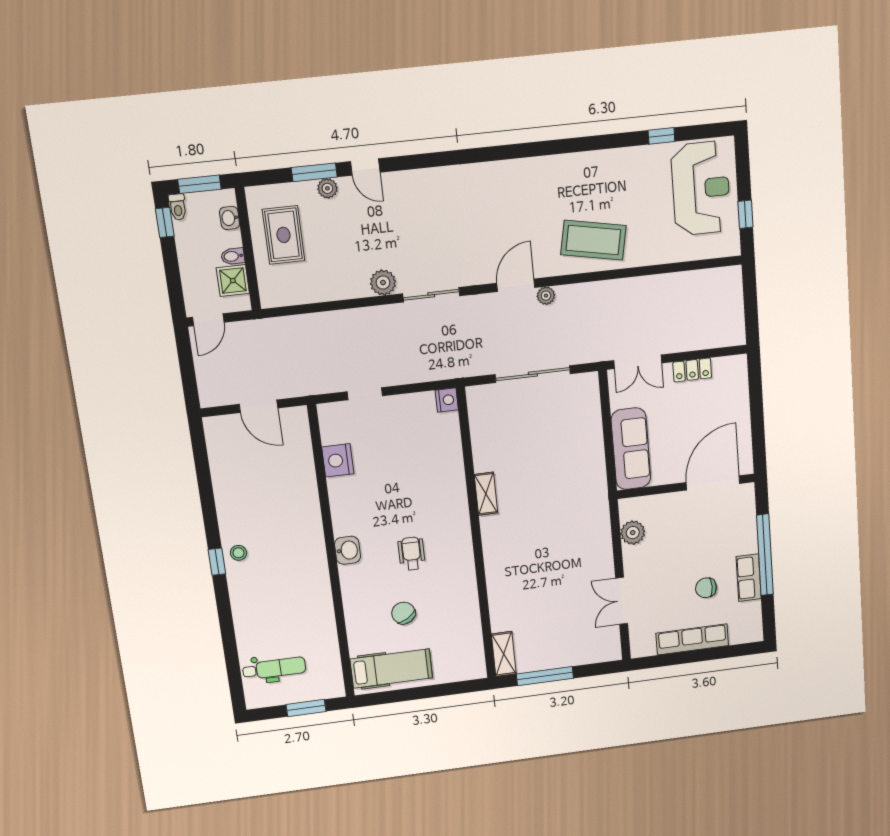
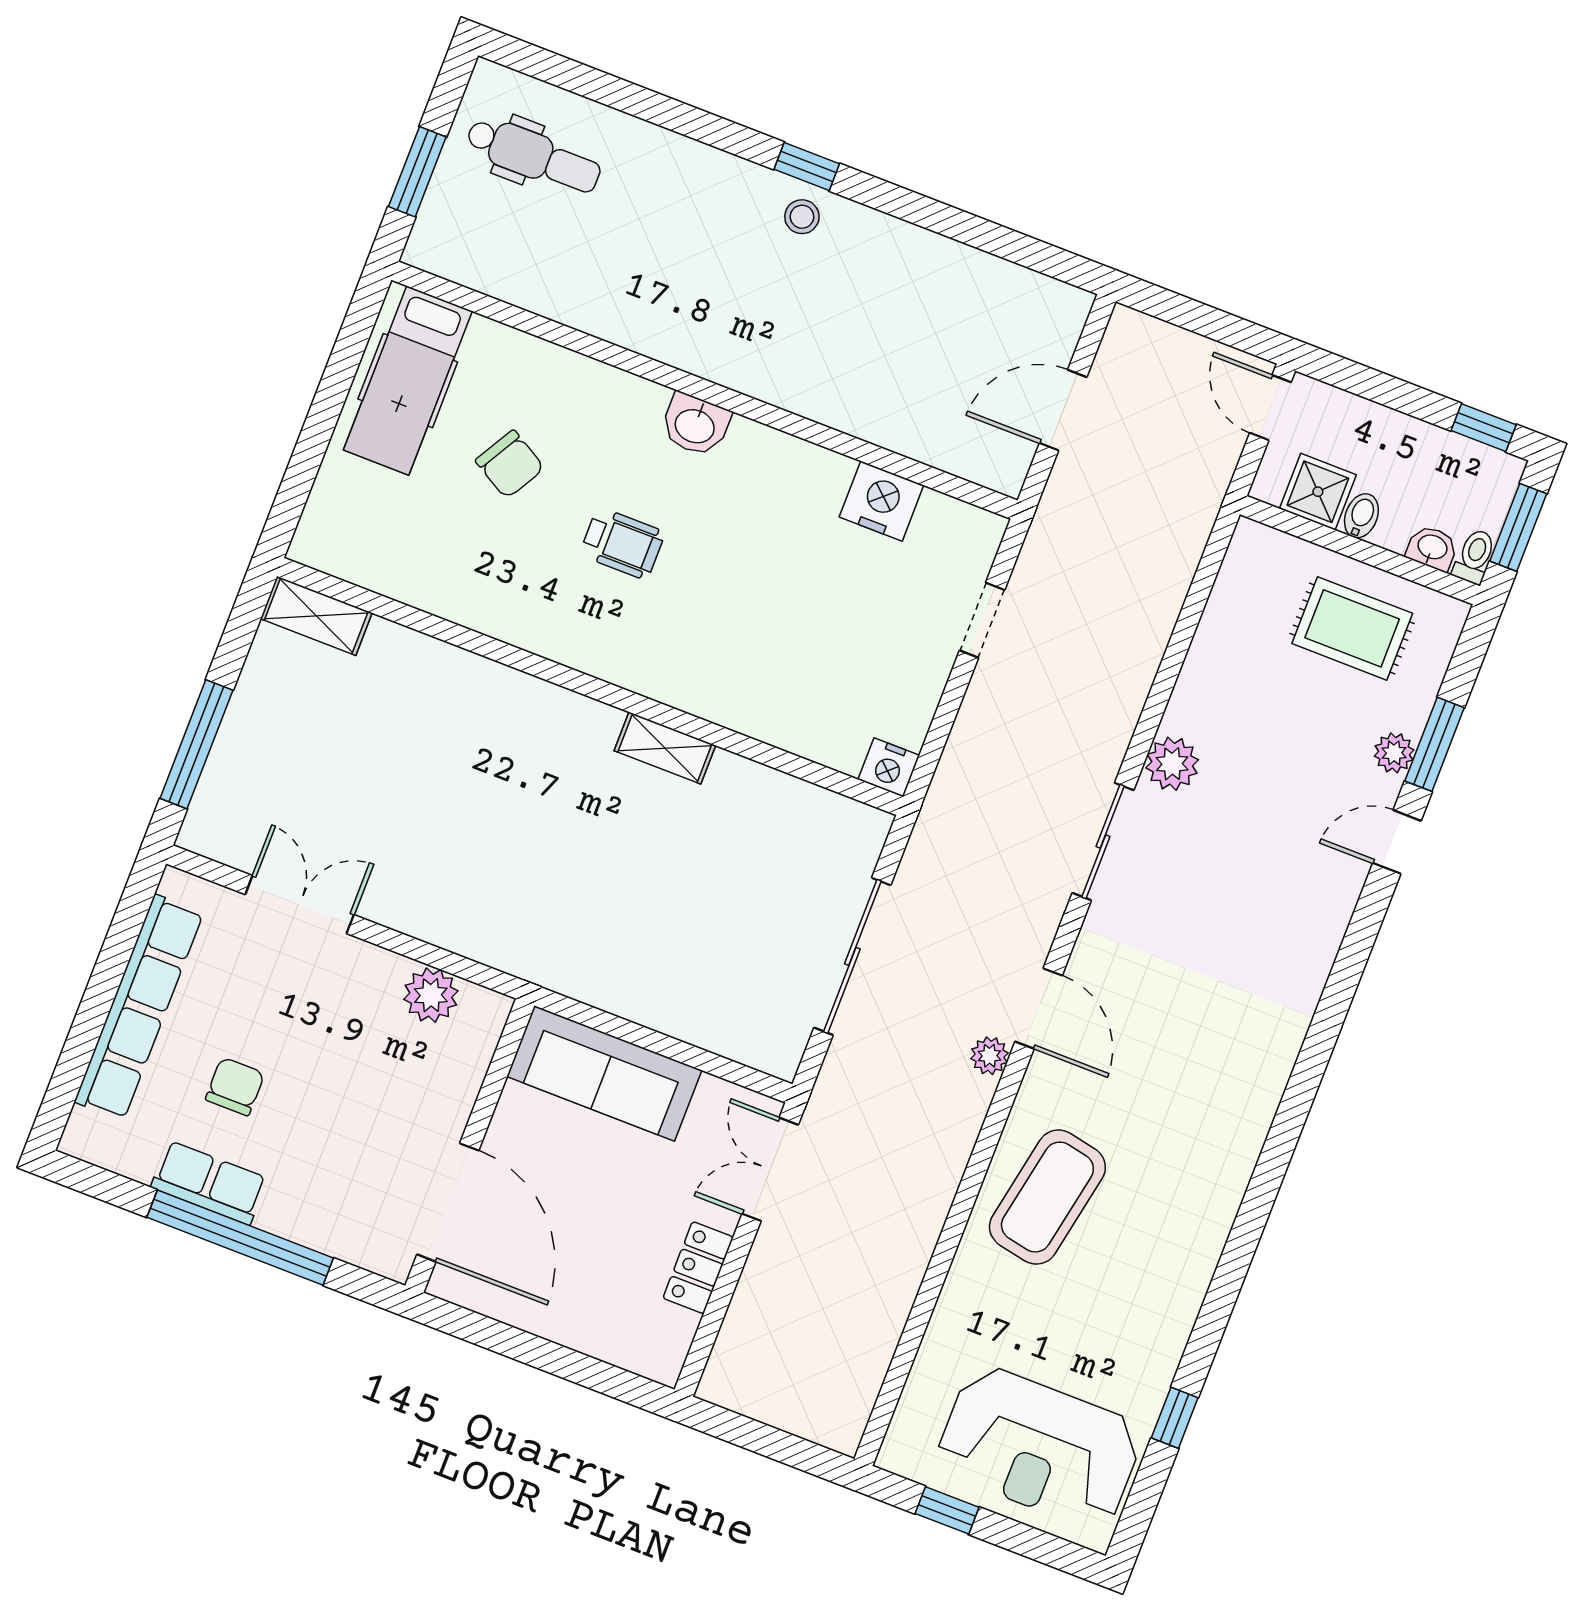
toilet: (178, 207) -> (1475, 556), moved, turned 90
chair: (403, 613) -> (510, 464), turned 62
row of seats: (692, 639) -> (139, 1007), width x1.36
dental chair: (274, 668) -> (533, 156), turned -90
window: (545, 676) -> (196, 744), moved

